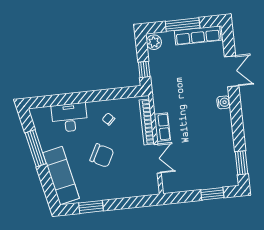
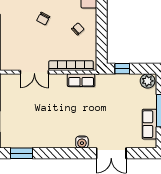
row of seats: (198, 35) -> (149, 124), width x0.68
row of seats: (162, 127) -> (81, 80), moved
chair: (102, 156) -> (43, 19), width x0.54, depth x0.54

